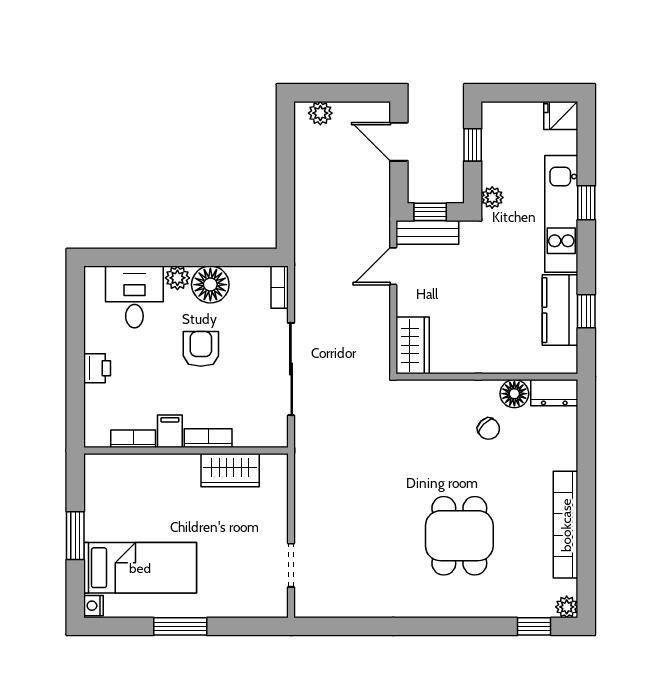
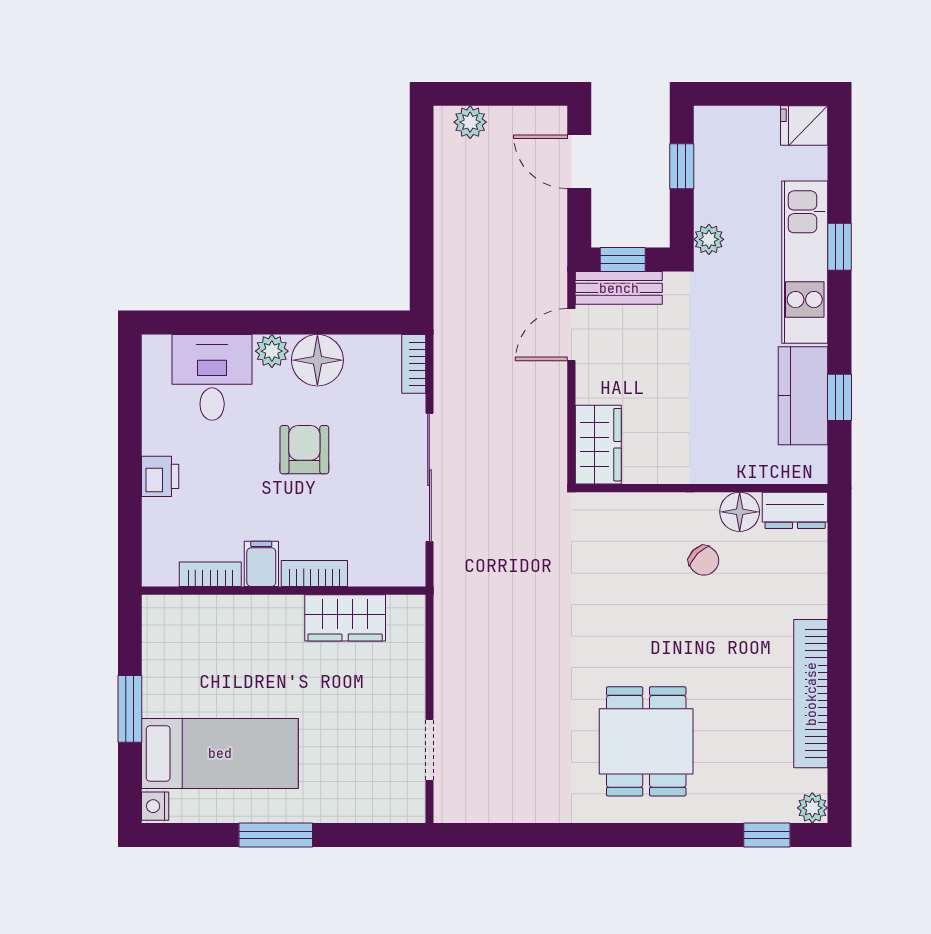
dining table: (459, 536) -> (646, 741), moved

